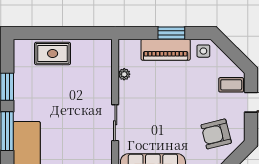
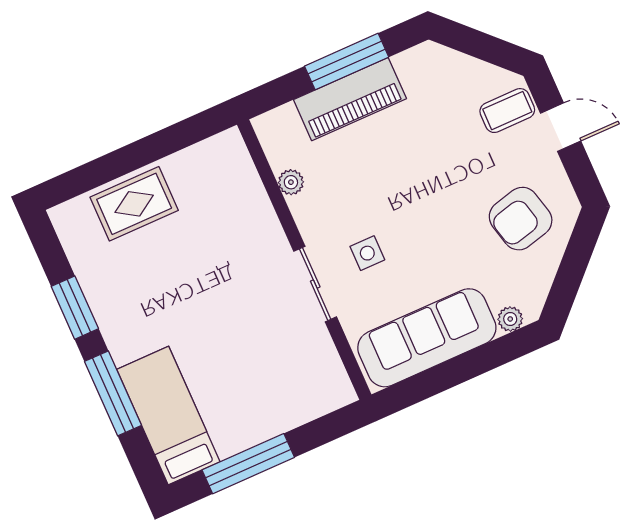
window: (171, 33) -> (347, 62), width x1.44
side table: (203, 51) -> (367, 253), moved

